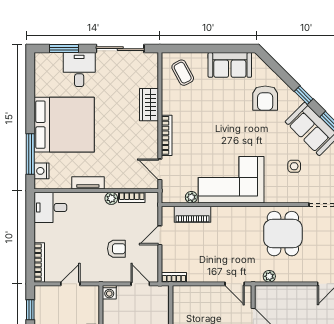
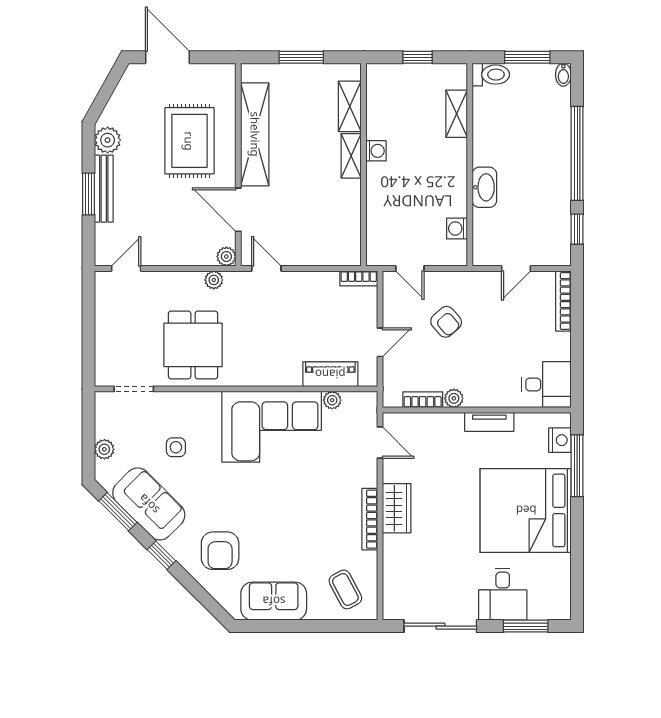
armchair: (265, 98) -> (220, 551), turned 180
wardrobe: (149, 105) -> (397, 508), moved
bookcase: (167, 135) -> (370, 519), moved
armchair: (116, 249) -> (446, 322), turned -131
washing machine: (109, 292) -> (457, 229), moved, turned -90
plant: (261, 292) -> (226, 257), added

